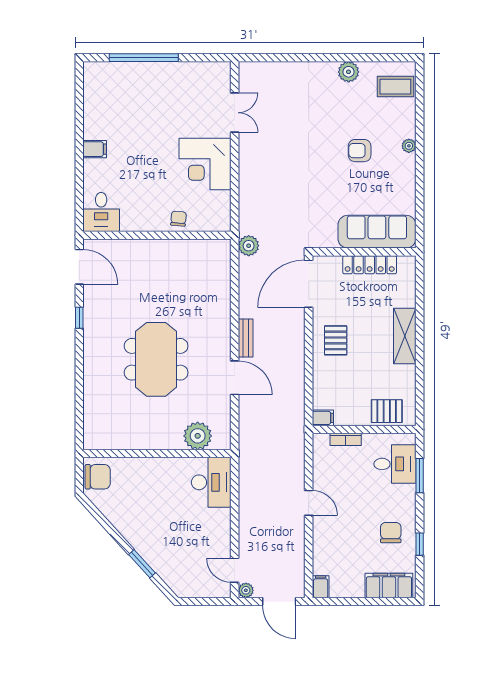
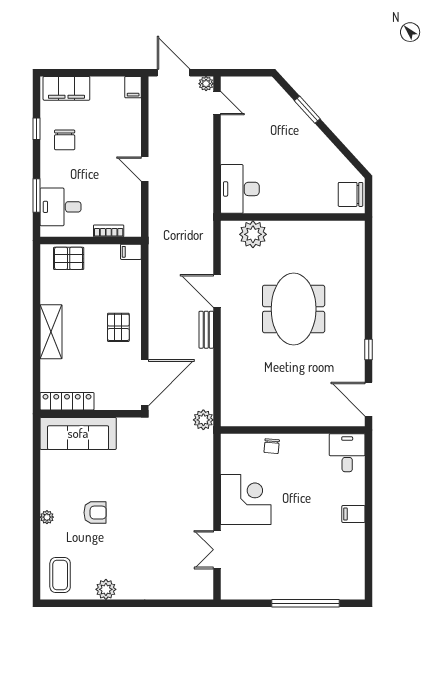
coffee table: (395, 87) -> (60, 575), turned 90
locker: (370, 265) -> (67, 401), moved

